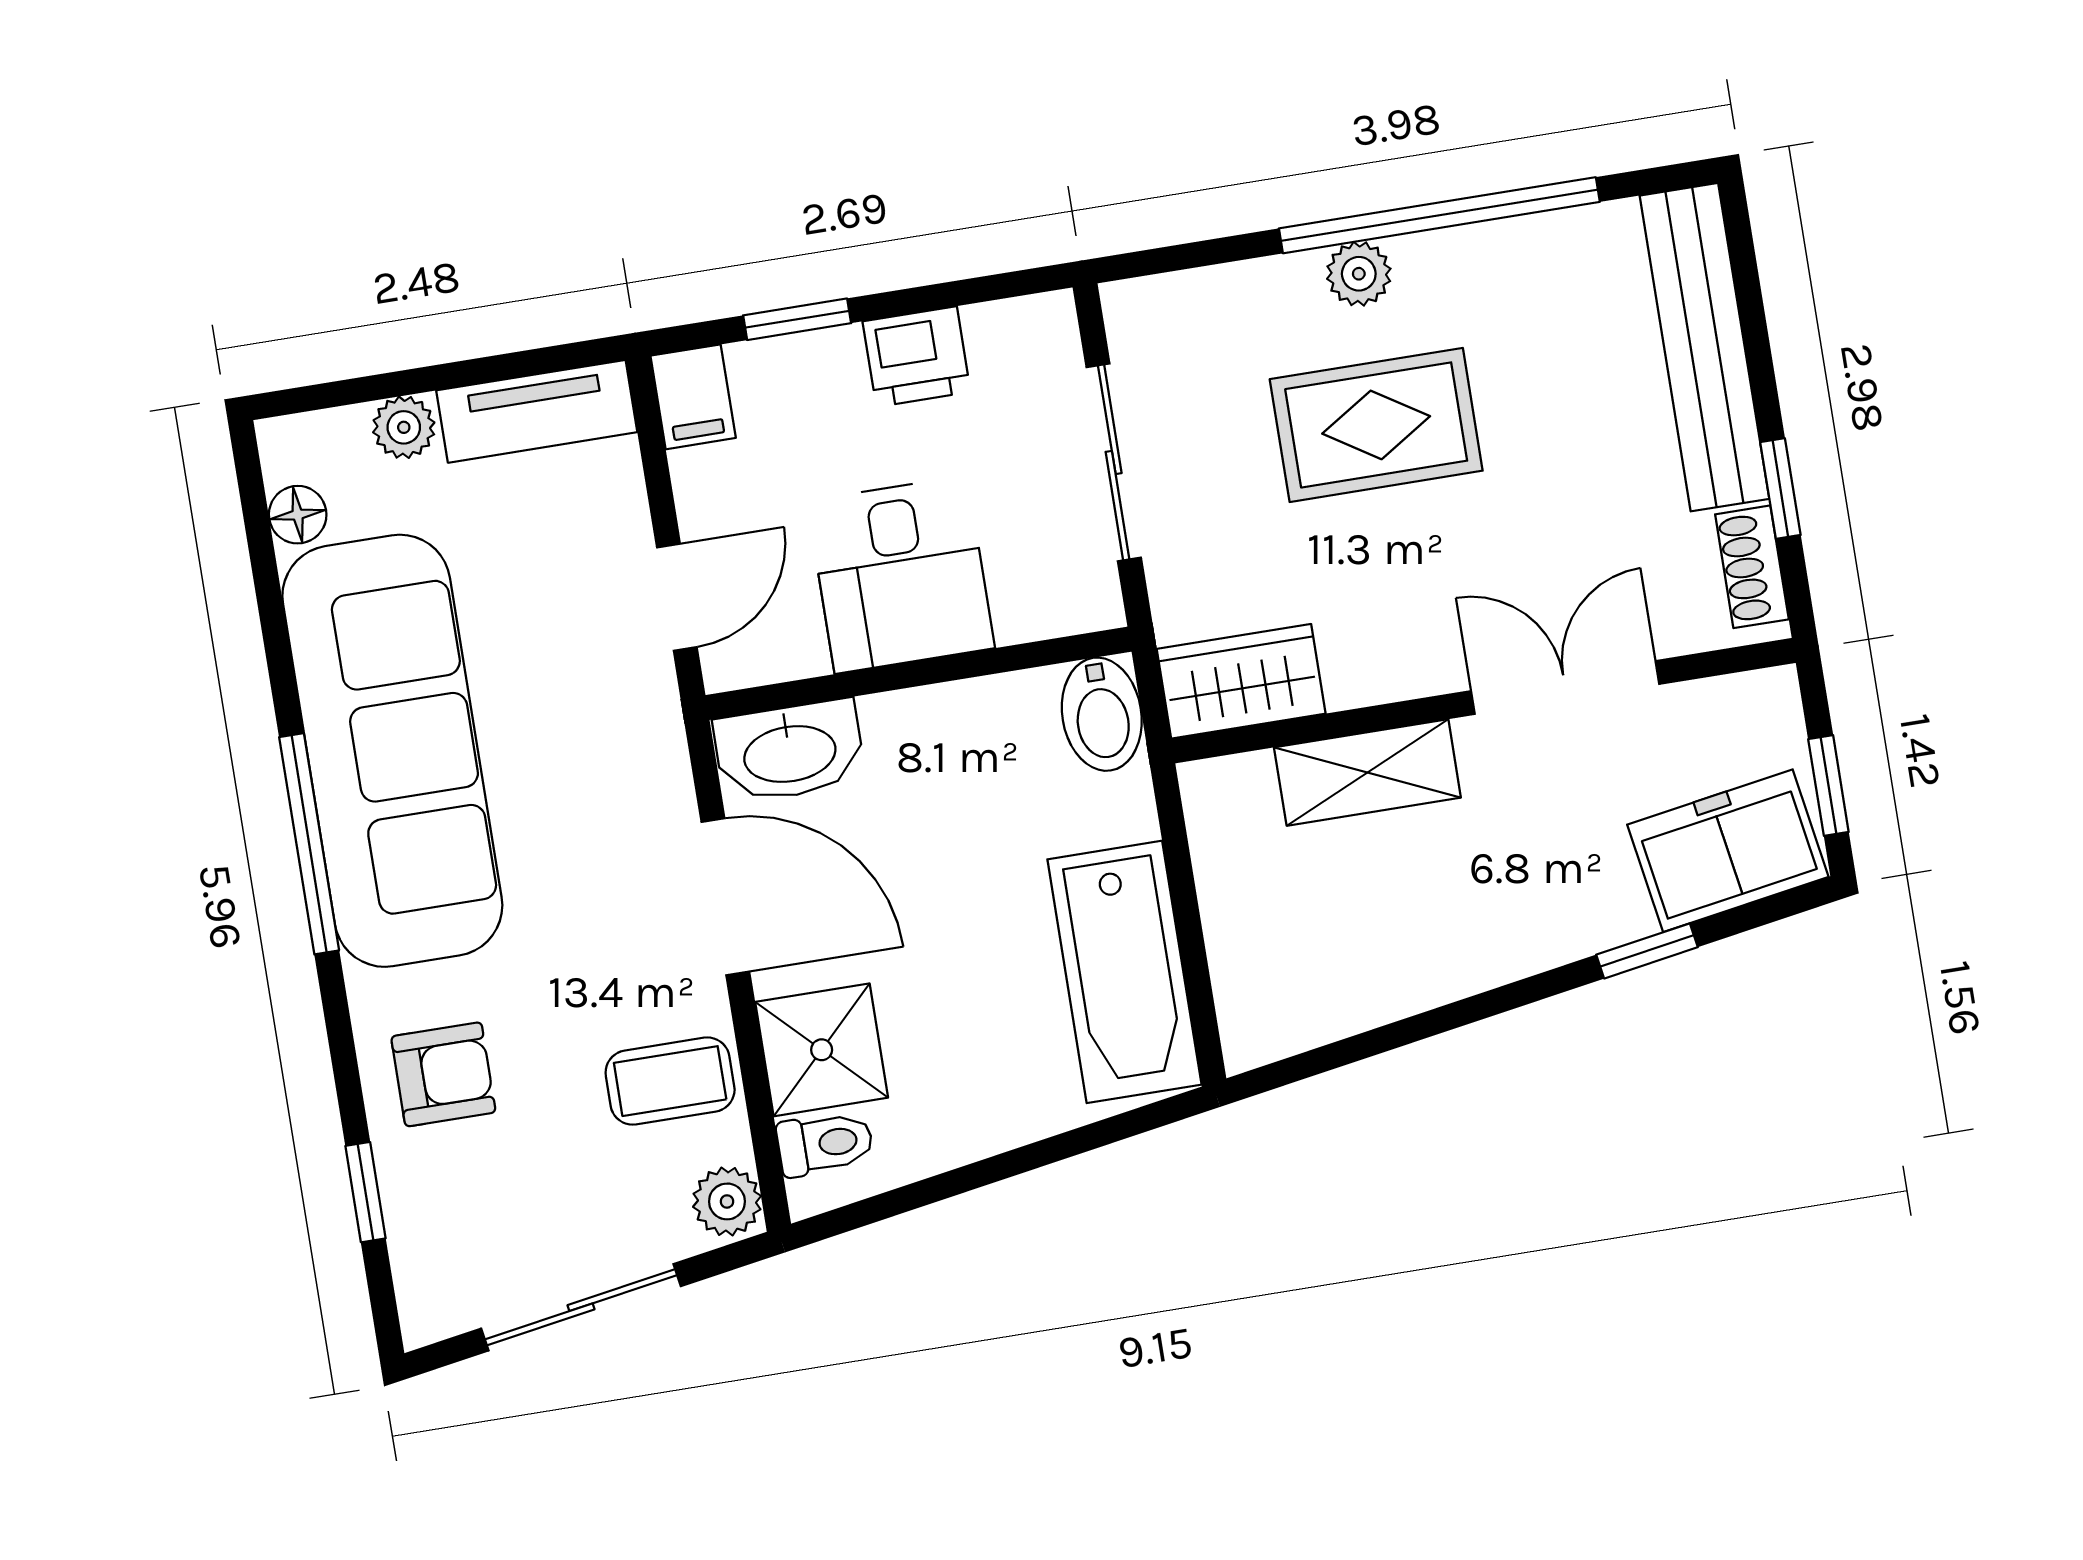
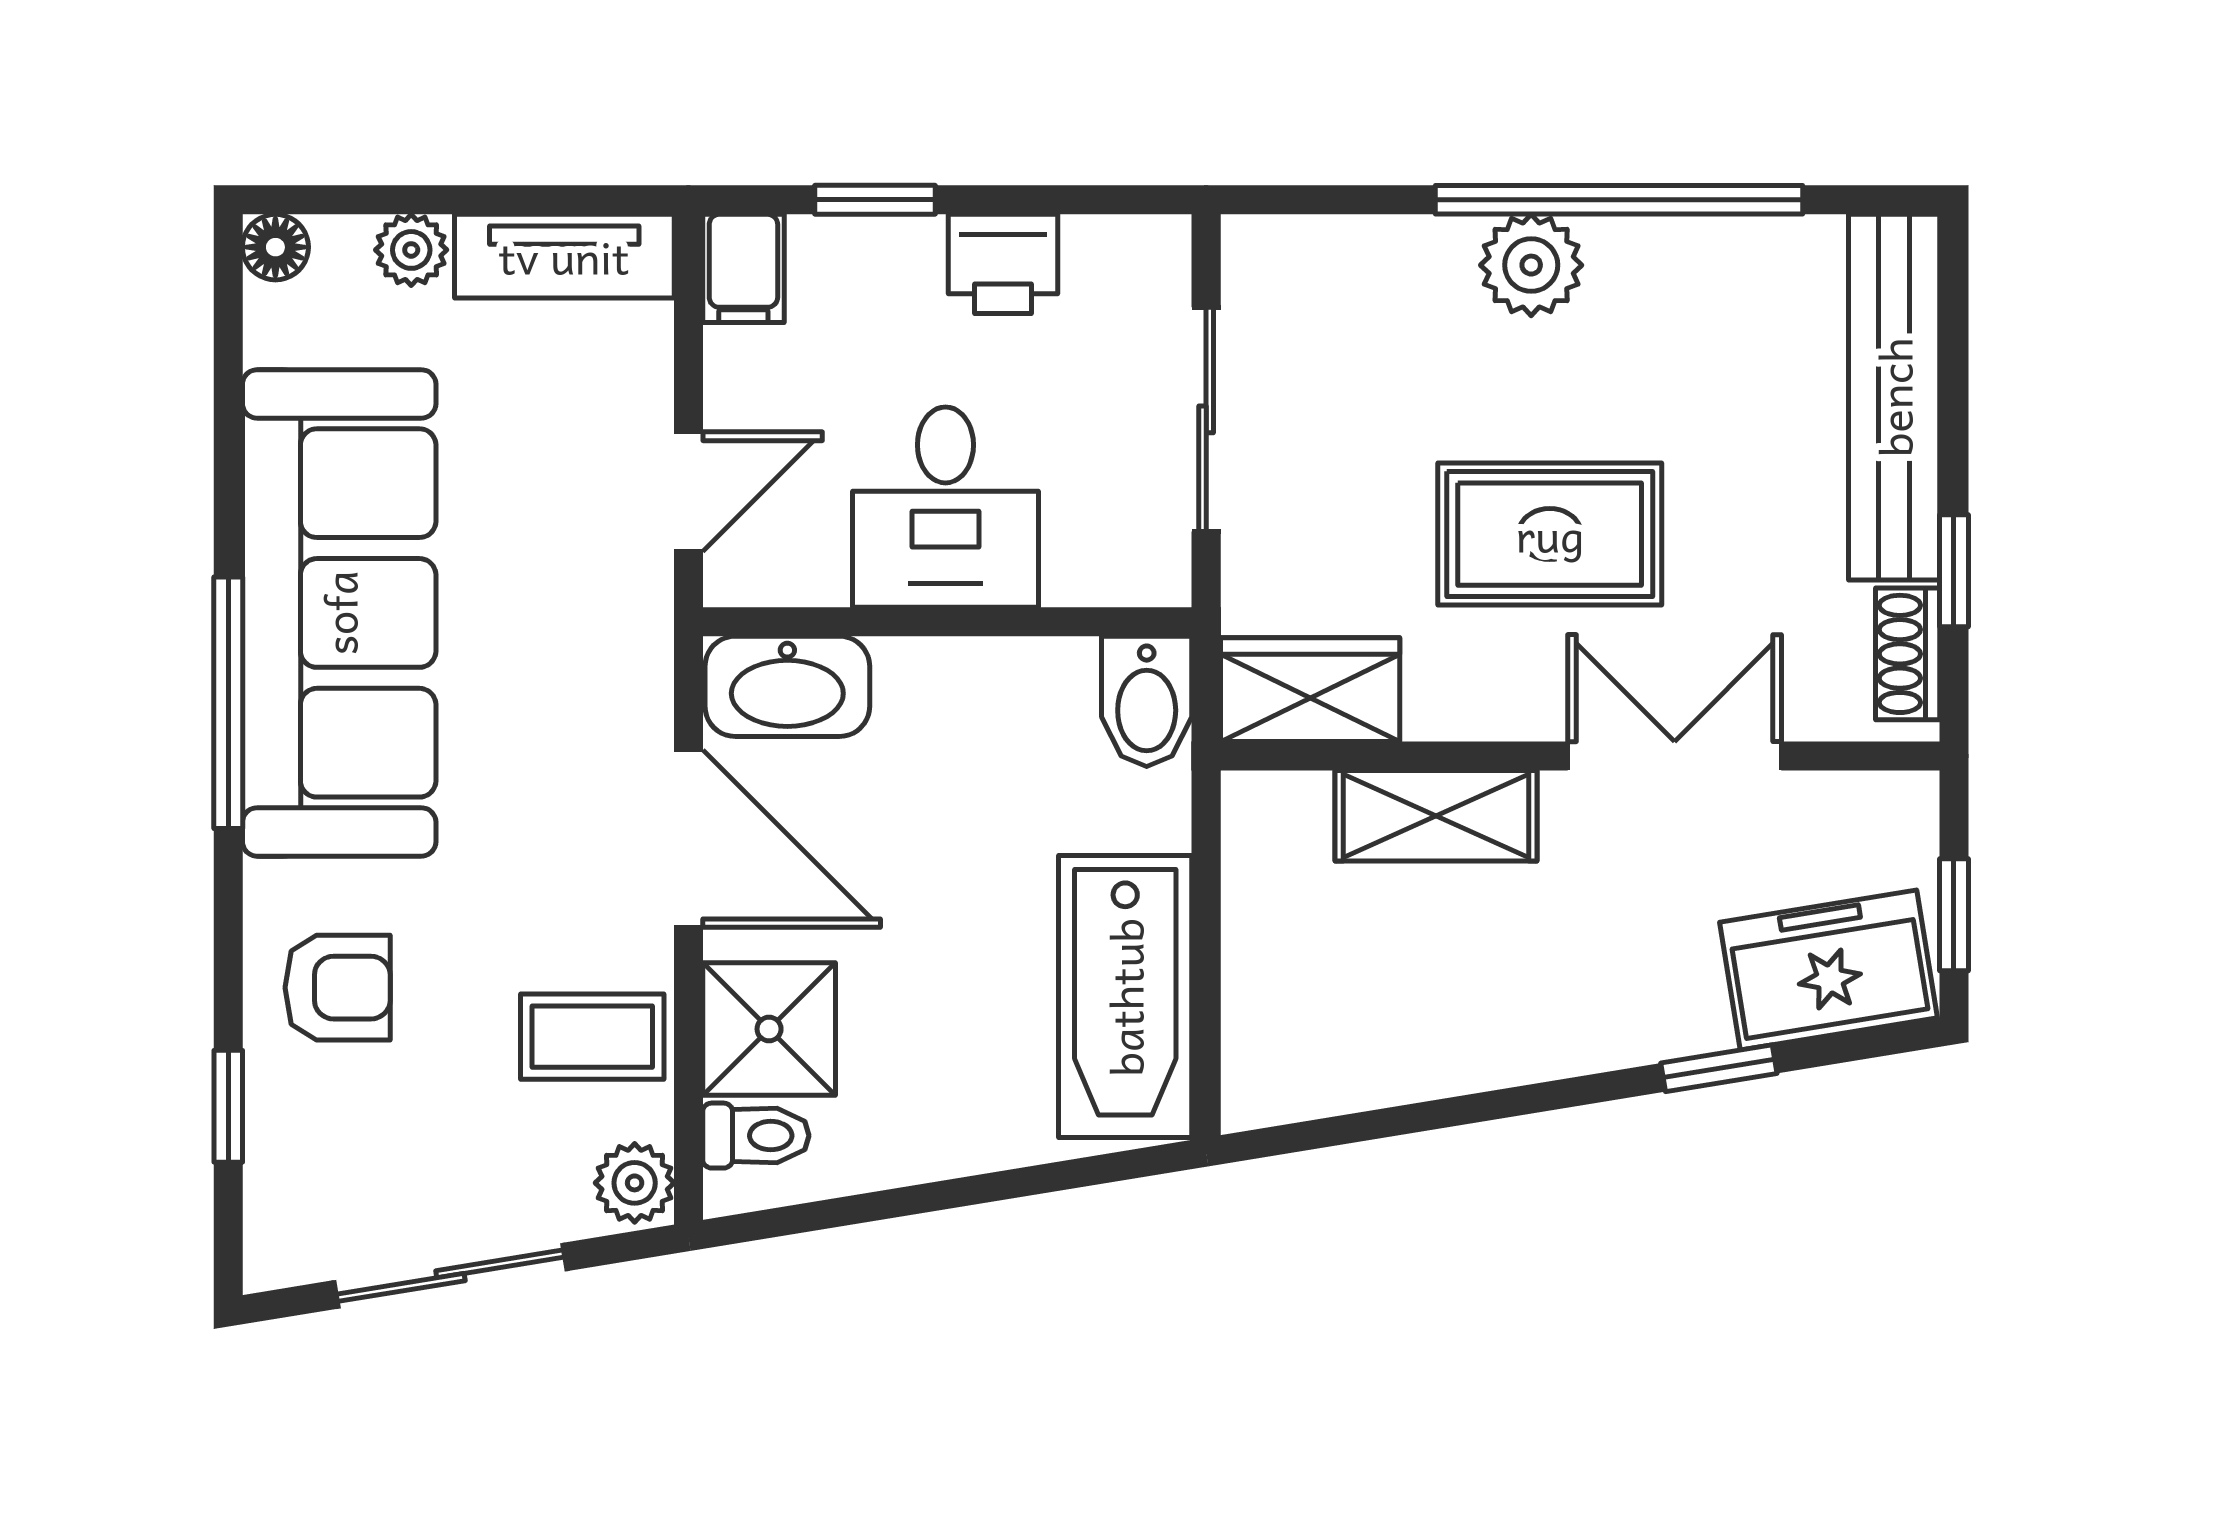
plant: (1359, 274) -> (1531, 265), width x1.38, depth x1.38
rug: (1376, 425) -> (1550, 534), moved
floor lamp: (298, 515) -> (275, 247), moved

